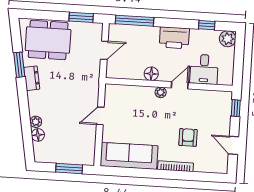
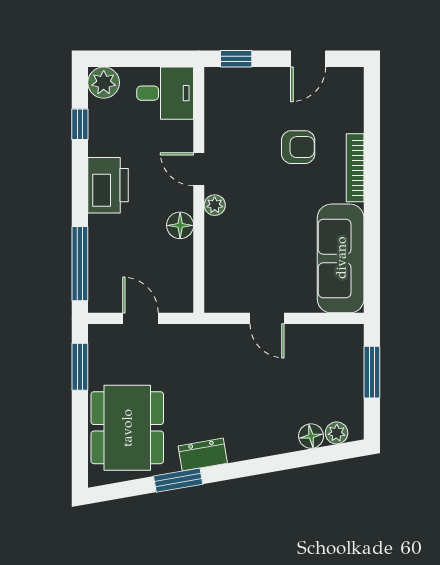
desk: (204, 69) -> (165, 93), moved
plant: (36, 122) -> (337, 433), moved
armchair: (188, 137) -> (298, 147), turned 180

